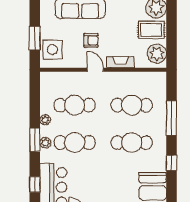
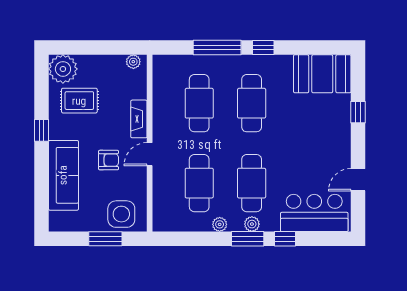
rug: (151, 30) -> (79, 101), moved, turned 90
armchair: (91, 40) -> (109, 160), turned 90
plant: (157, 54) -> (133, 62), width x0.53, depth x0.53
window: (171, 163) -> (263, 47), moved
window: (35, 184) -> (285, 239), moved

